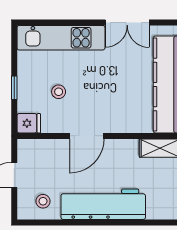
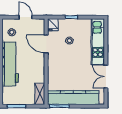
door: (87, 136) -> (46, 44), moved

